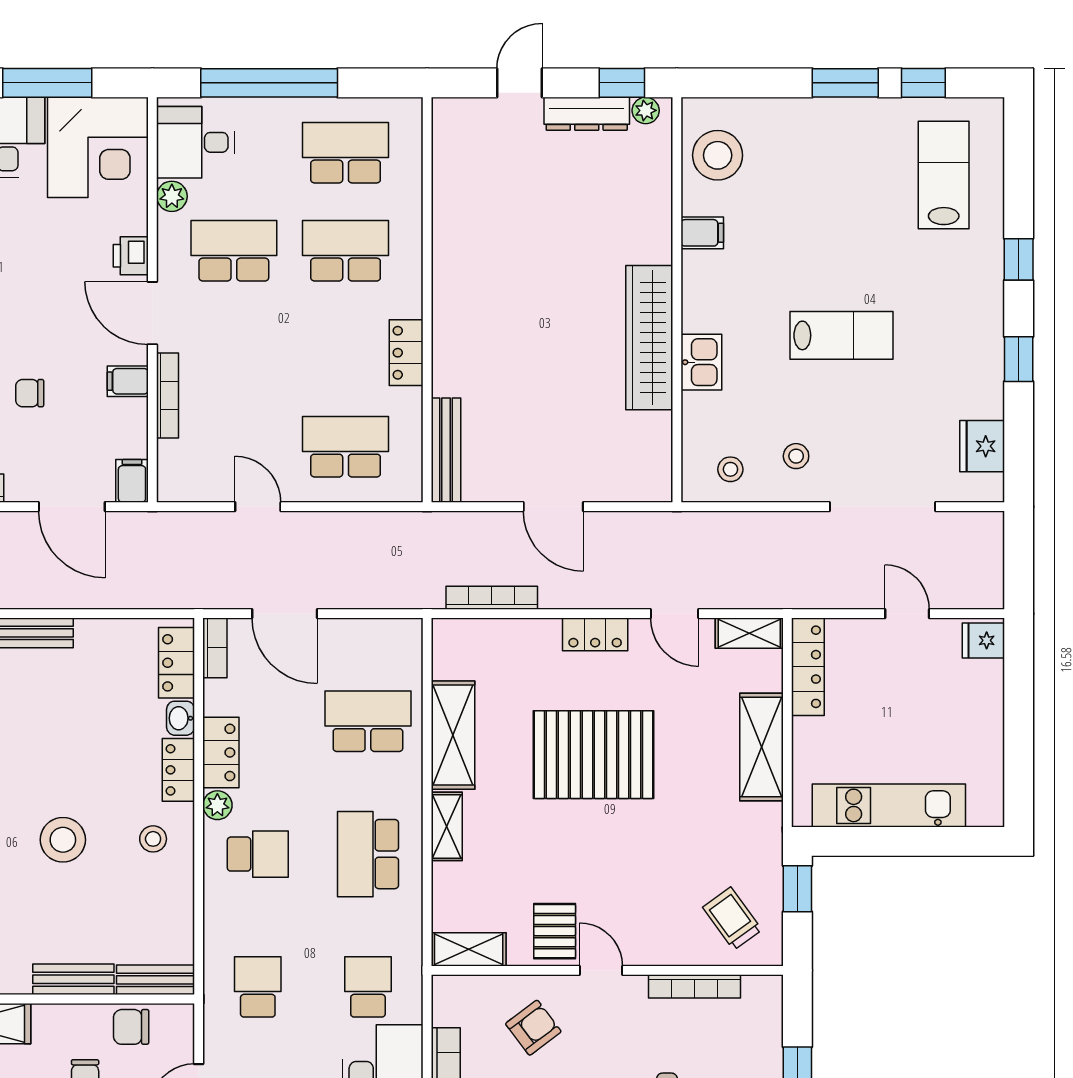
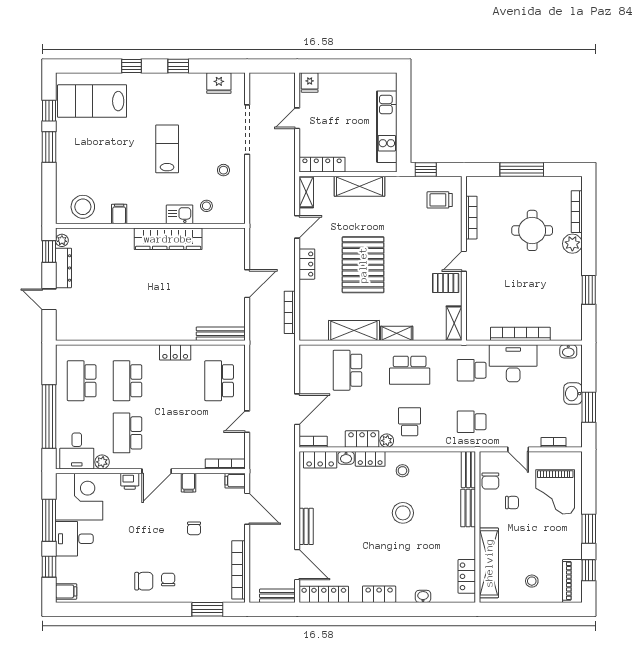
lab bench: (944, 175) -> (92, 101), width x1.36, depth x1.39
bookcase: (168, 395) -> (225, 464), moved
stool: (730, 469) -> (206, 206), moved
door: (72, 507) -> (247, 509), hinge flipped
trolley: (732, 919) -> (440, 200), turned 36
armchair: (533, 1028) -> (491, 293), removed

